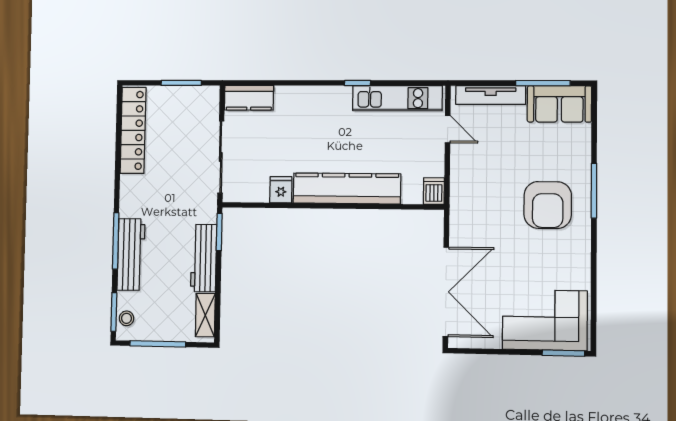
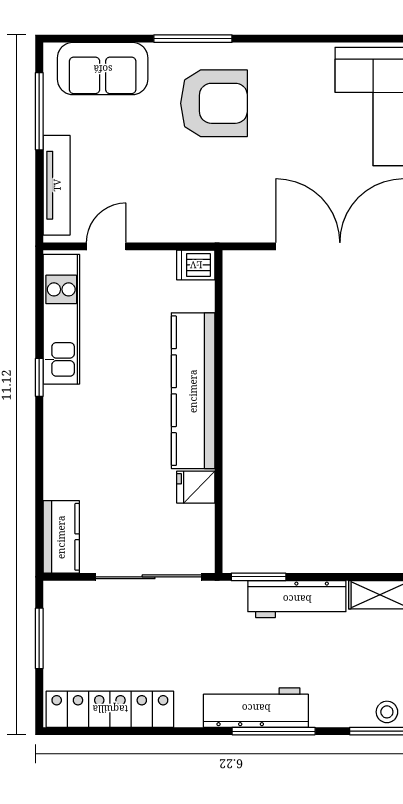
sofa: (559, 104) -> (103, 69), moved, turned 90
workbench: (131, 254) -> (256, 708), moved

